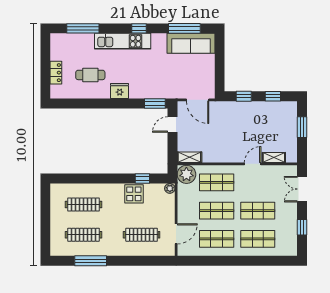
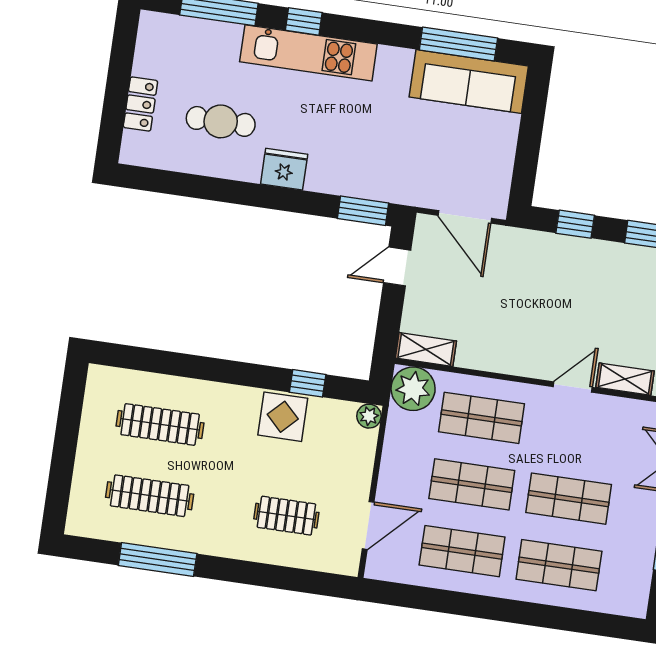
window: (139, 28) -> (304, 21), moved
clothes rail: (142, 235) -> (286, 516), width x0.73

